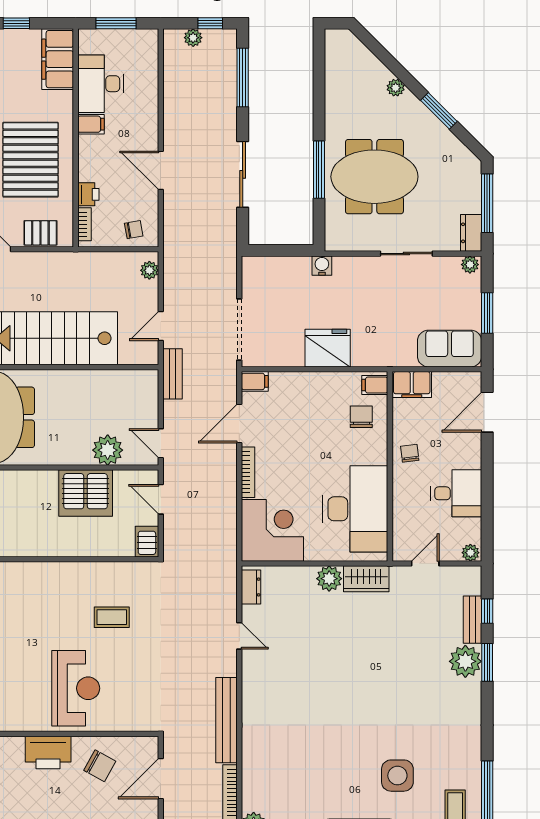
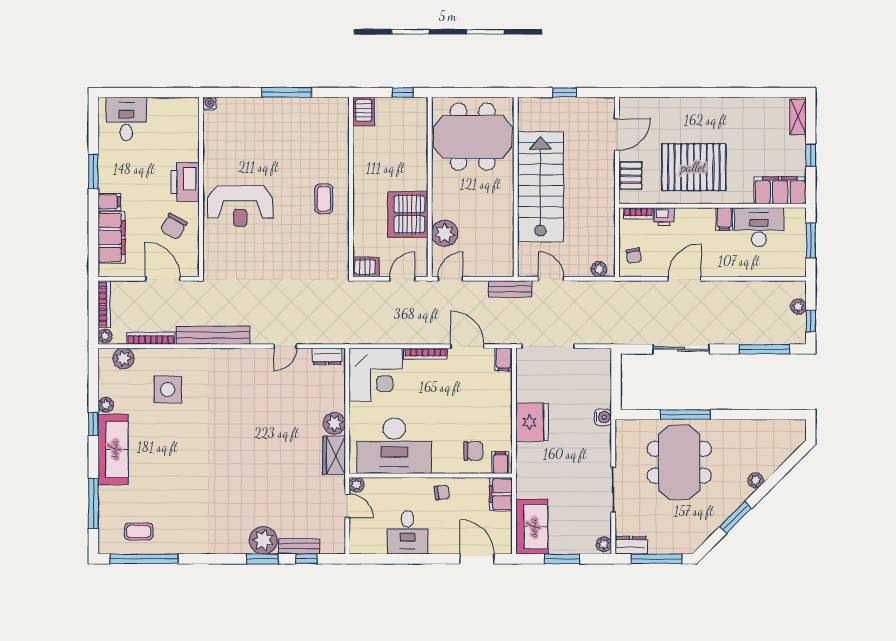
plant: (470, 553) -> (357, 485), moved
coffee table: (112, 617) -> (324, 199), moved
side table: (397, 776) -> (168, 390), moved

